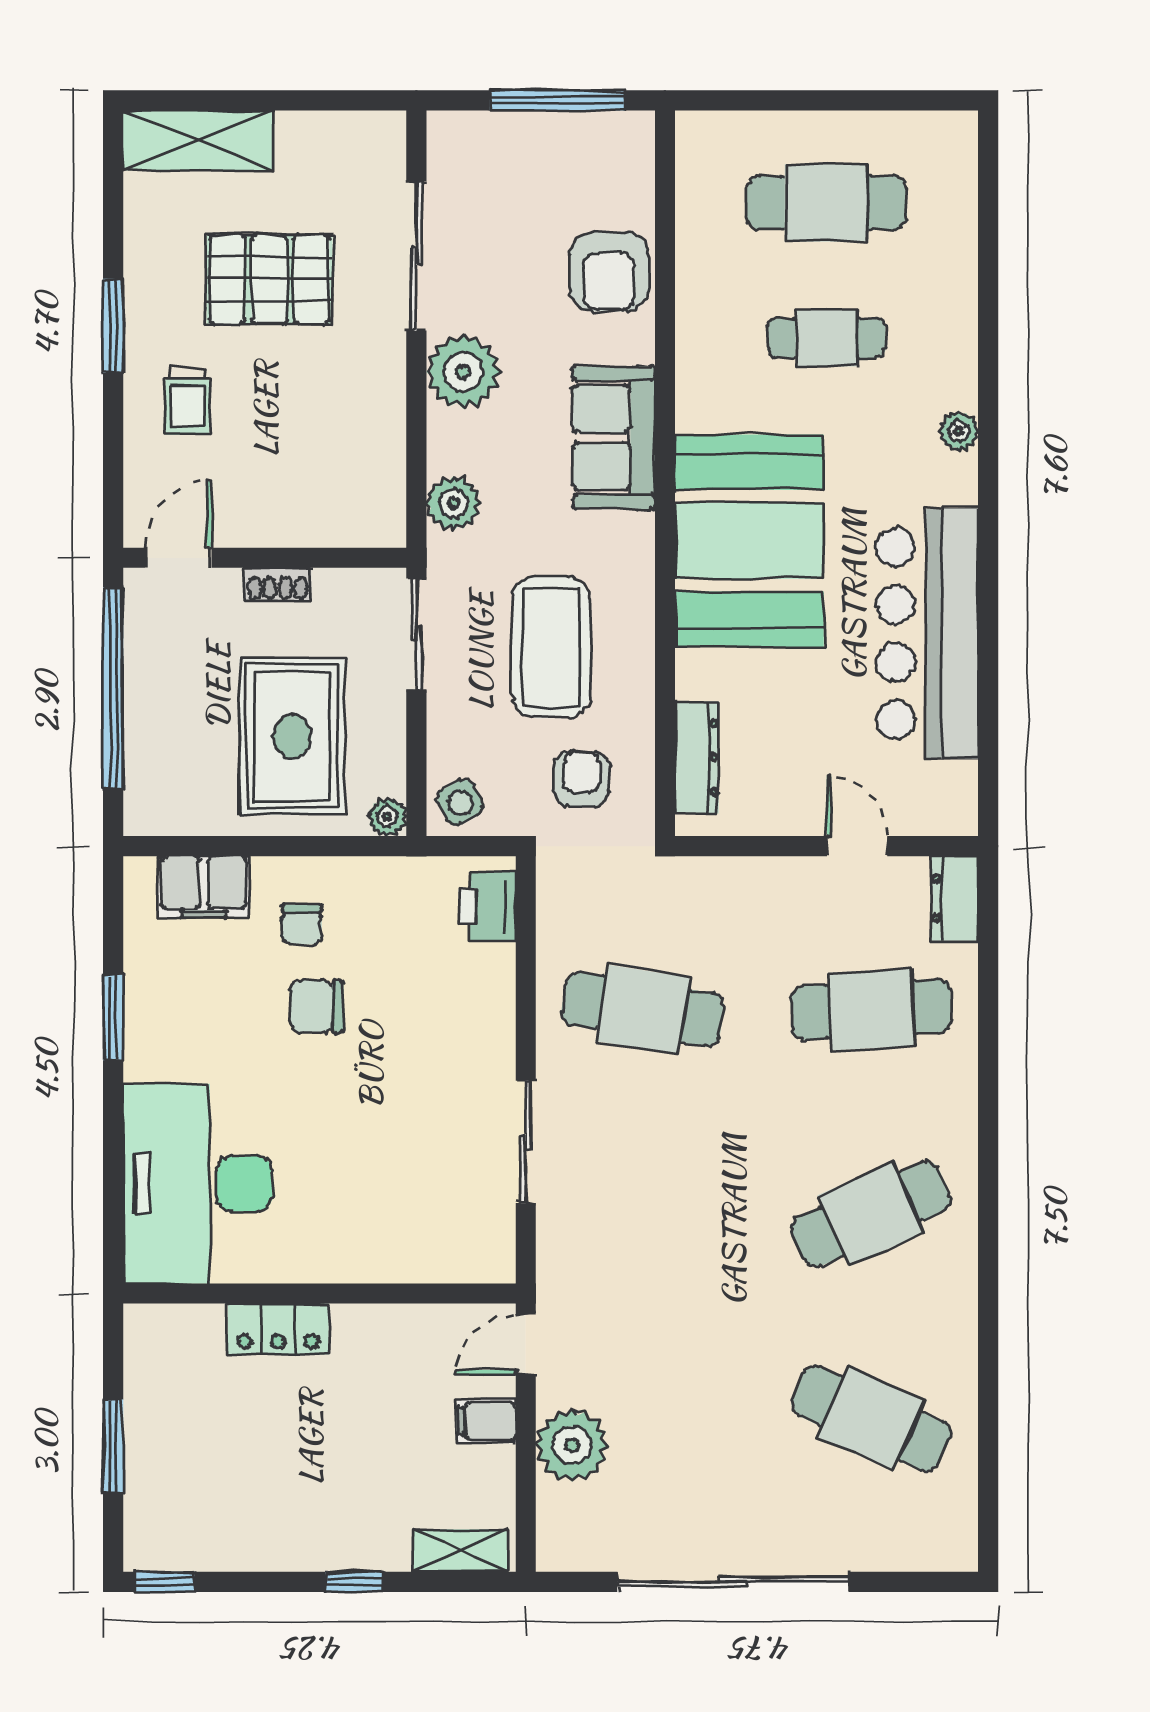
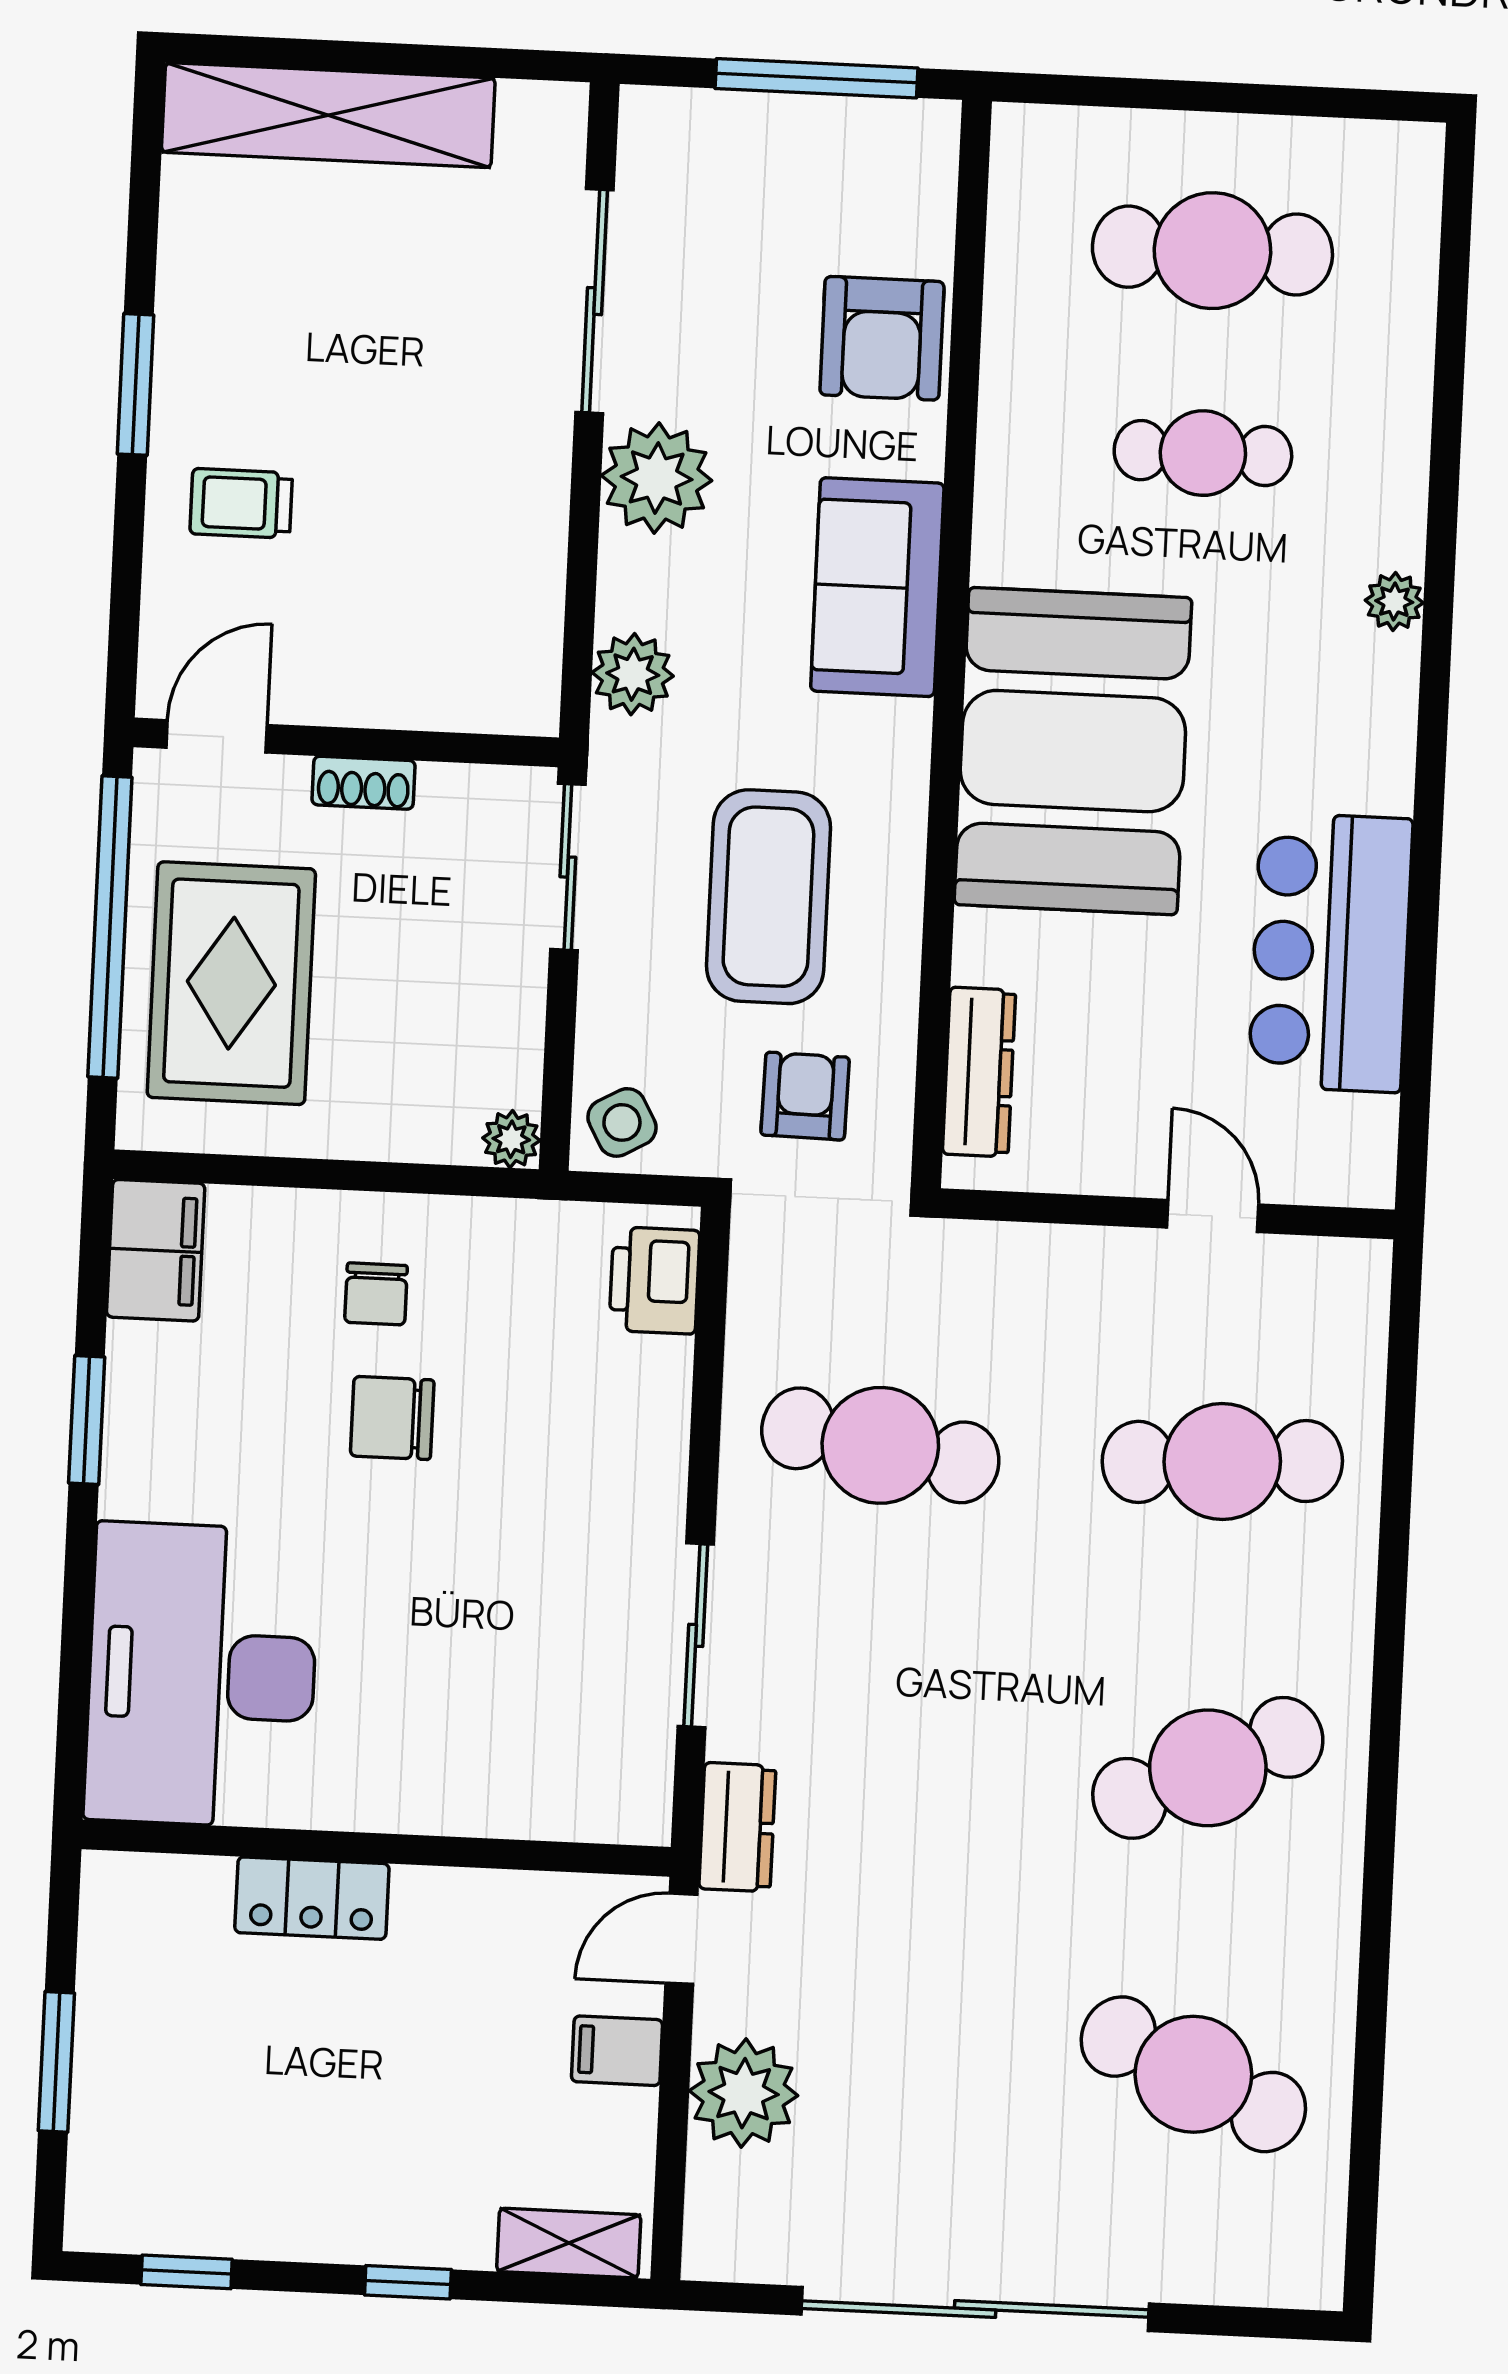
shelving: (198, 140) -> (328, 115), width x1.47
pallet: (270, 279) -> (373, 326), removed
trolley: (187, 402) -> (241, 503), turned 90
bar counter: (927, 633) -> (1331, 952), width x0.73
rug: (292, 736) -> (231, 983), moved
filing cabinet: (204, 887) -> (156, 1250), moved, turned -90
dresser: (954, 898) -> (737, 1827), moved, turned 180
window: (165, 1582) -> (187, 2272), moved

